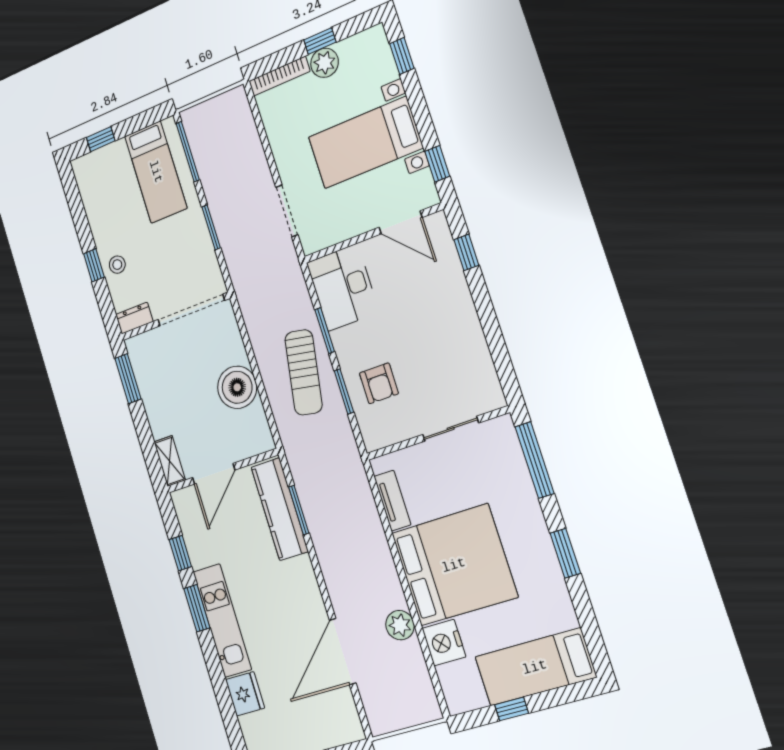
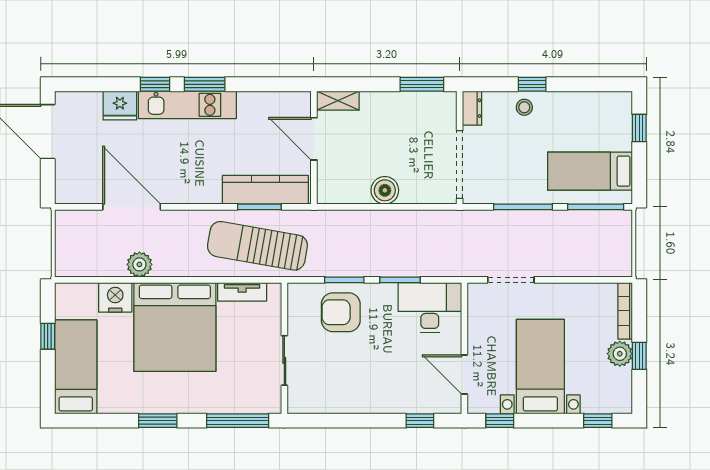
door: (401, 222) -> (464, 374), hinge flipped
window: (211, 227) -> (523, 207), width x1.44
sun lounger: (304, 372) -> (257, 246), moved, width x1.36, depth x1.34
armchair: (379, 383) -> (341, 312), width x1.38, depth x1.38
boiler: (237, 387) -> (385, 190), width x0.73, depth x0.73
window: (180, 553) -> (155, 84), moved

